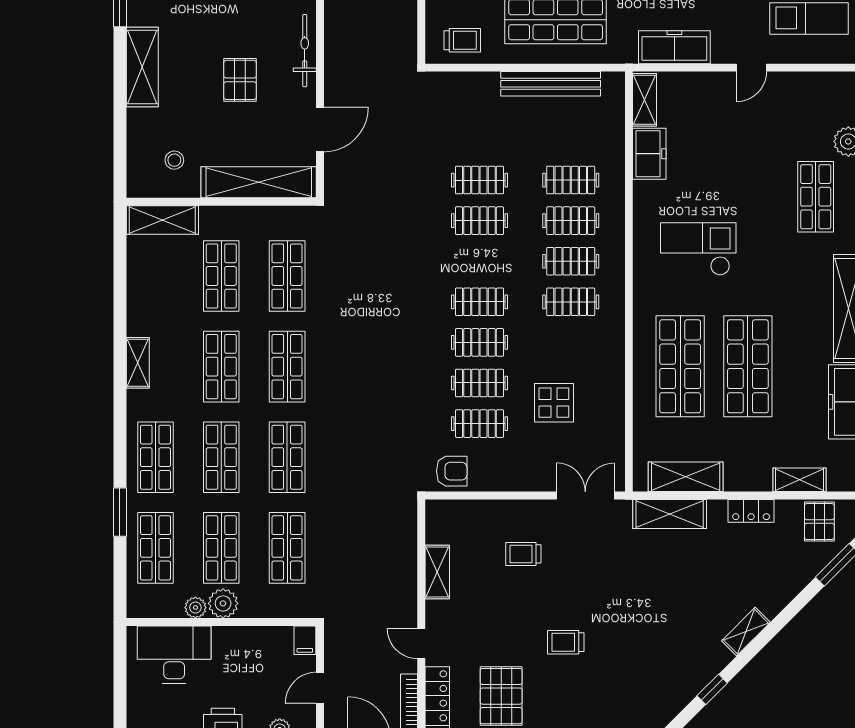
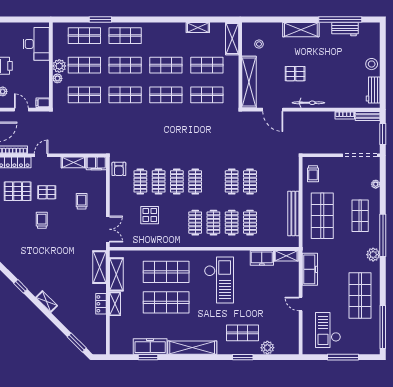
checkout: (698, 249) -> (219, 280), width x1.36, depth x1.21
shelving: (138, 363) -> (198, 28), moved
shelving: (799, 480) -> (115, 304), moved
filing cabinet: (440, 521) -> (96, 163), added
pallet: (819, 522) -> (47, 192), moved
plant: (195, 608) -> (57, 78), moved

